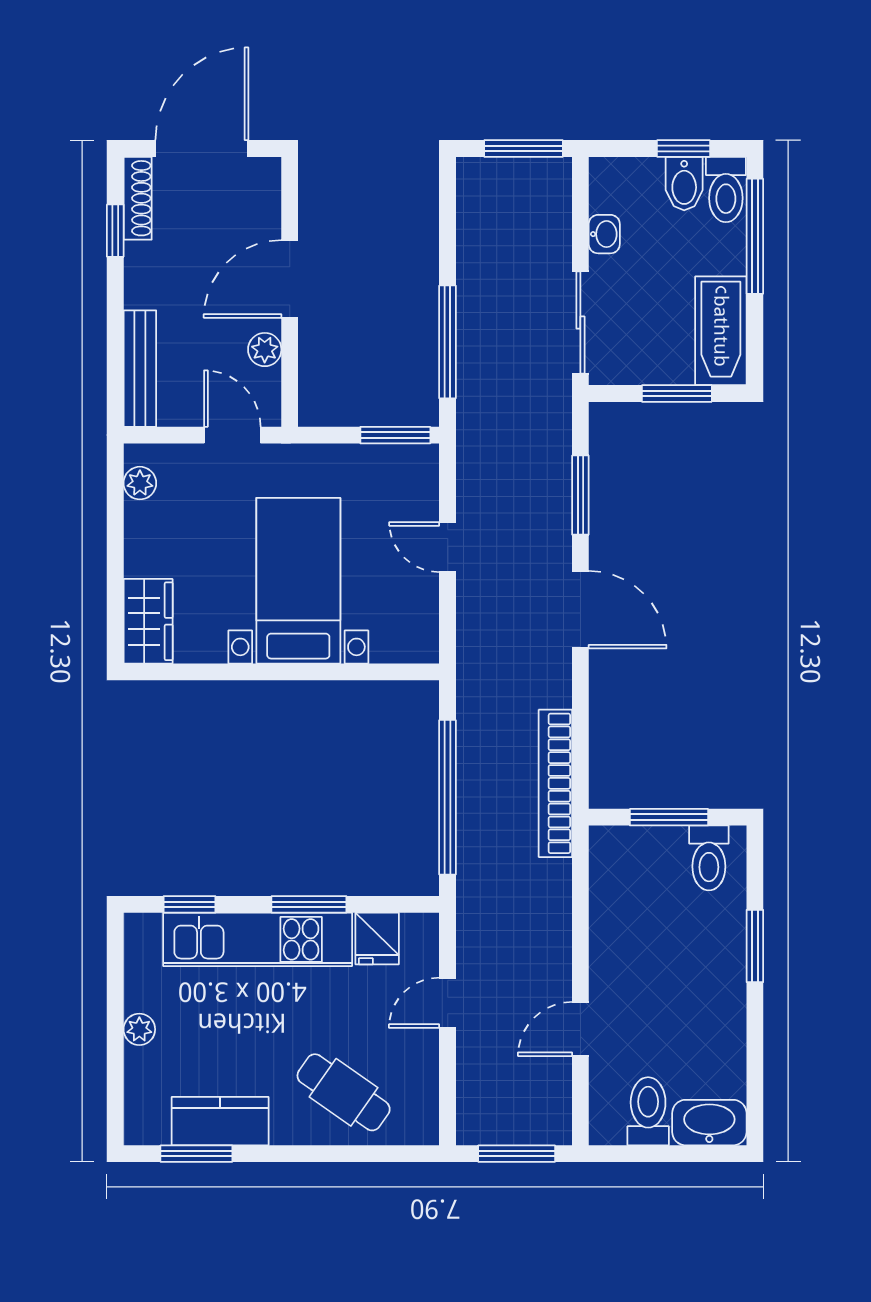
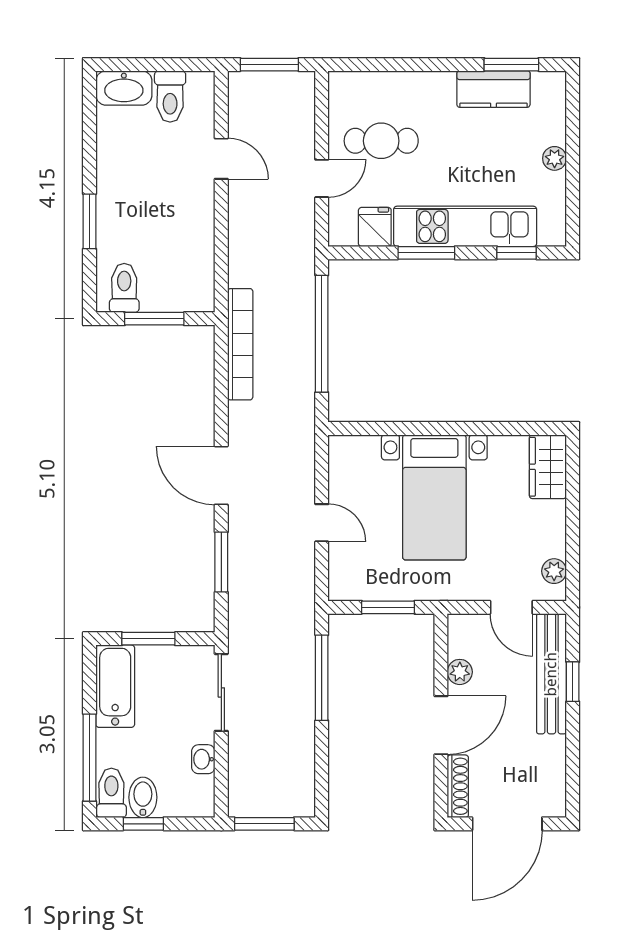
shoe rack: (138, 198) -> (458, 786), moved, turned 180
window: (115, 231) -> (573, 682), moved
bench: (140, 369) -> (551, 674), width x1.37, depth x1.21
door: (232, 435) -> (511, 607), moved
window: (395, 435) -> (388, 607), moved
door: (580, 1029) -> (221, 159), hinge flipped
cafe table: (344, 1092) -> (381, 141), moved, turned -35

